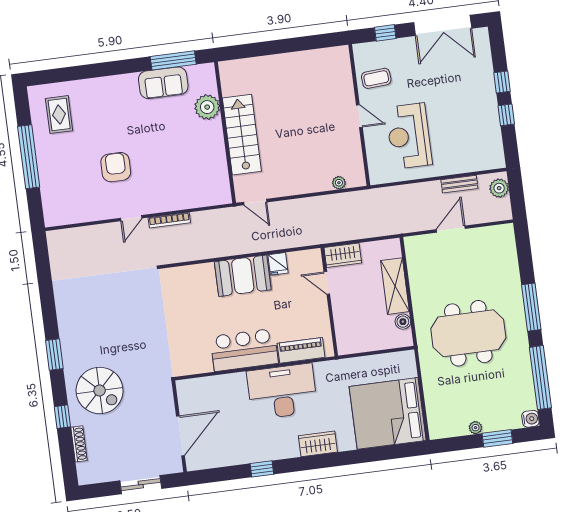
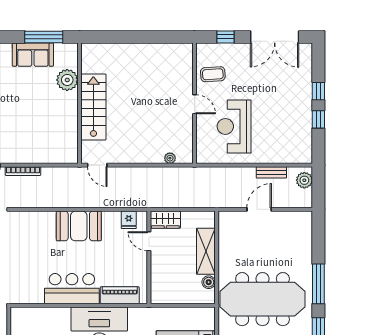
fridge: (278, 264) -> (129, 220), moved
meeting table: (468, 333) -> (263, 299), width x1.36

